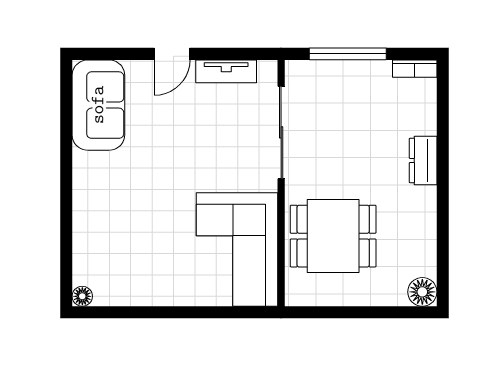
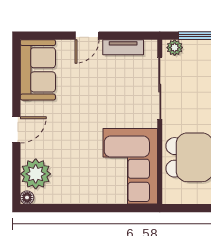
plant: (303, 72) -> (175, 48), added
door: (66, 195) -> (16, 130), added
plant: (95, 261) -> (36, 174), added

